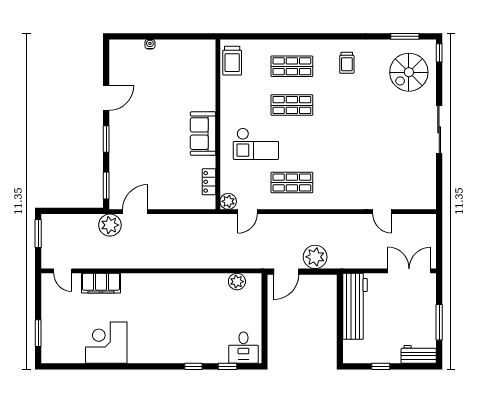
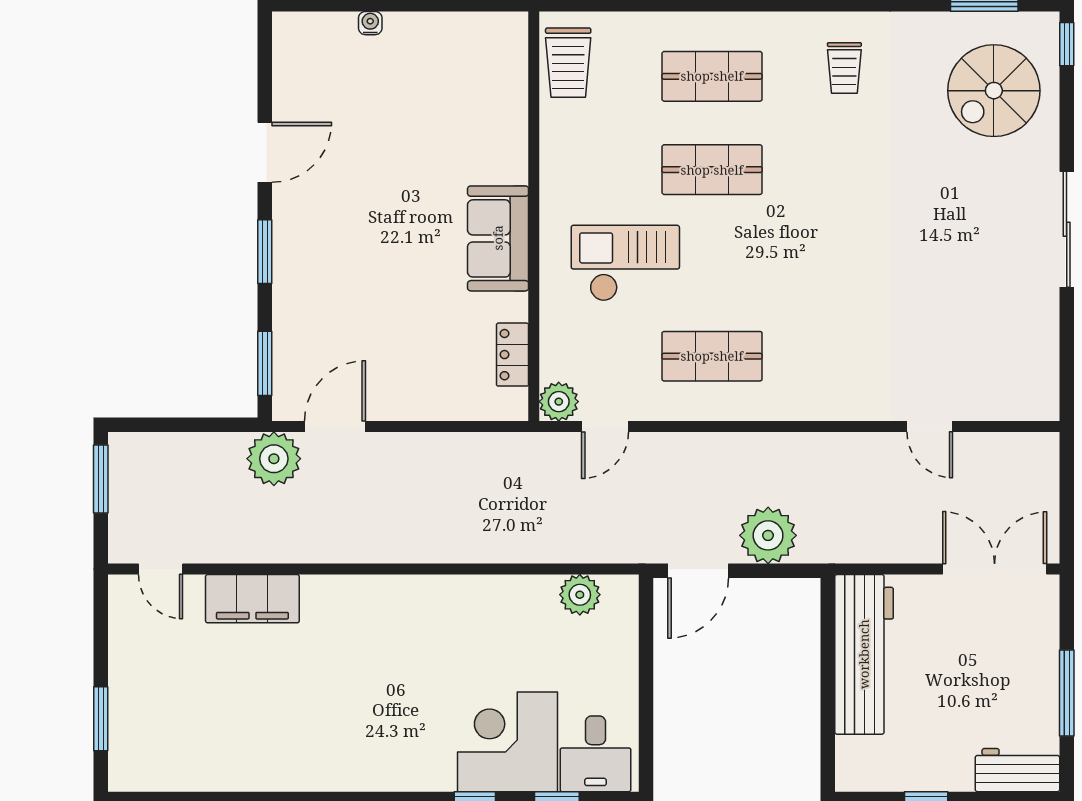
checkout: (256, 144) -> (625, 263), turned 180
corner desk: (106, 343) -> (508, 742), moved

